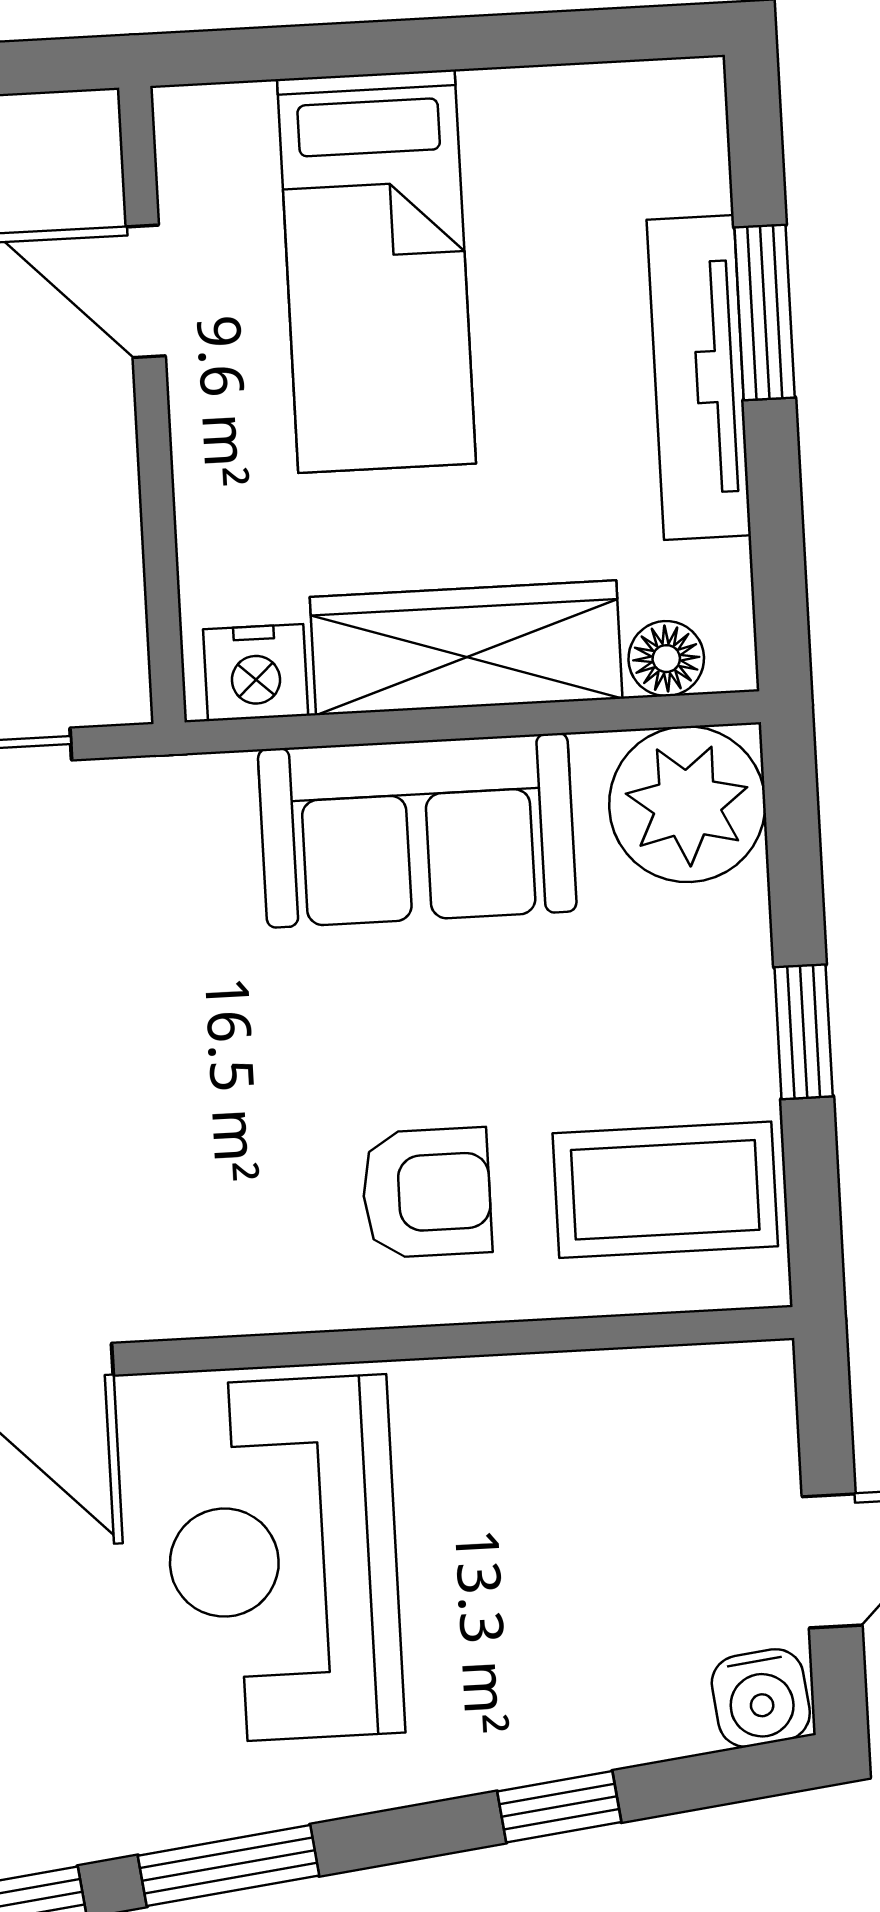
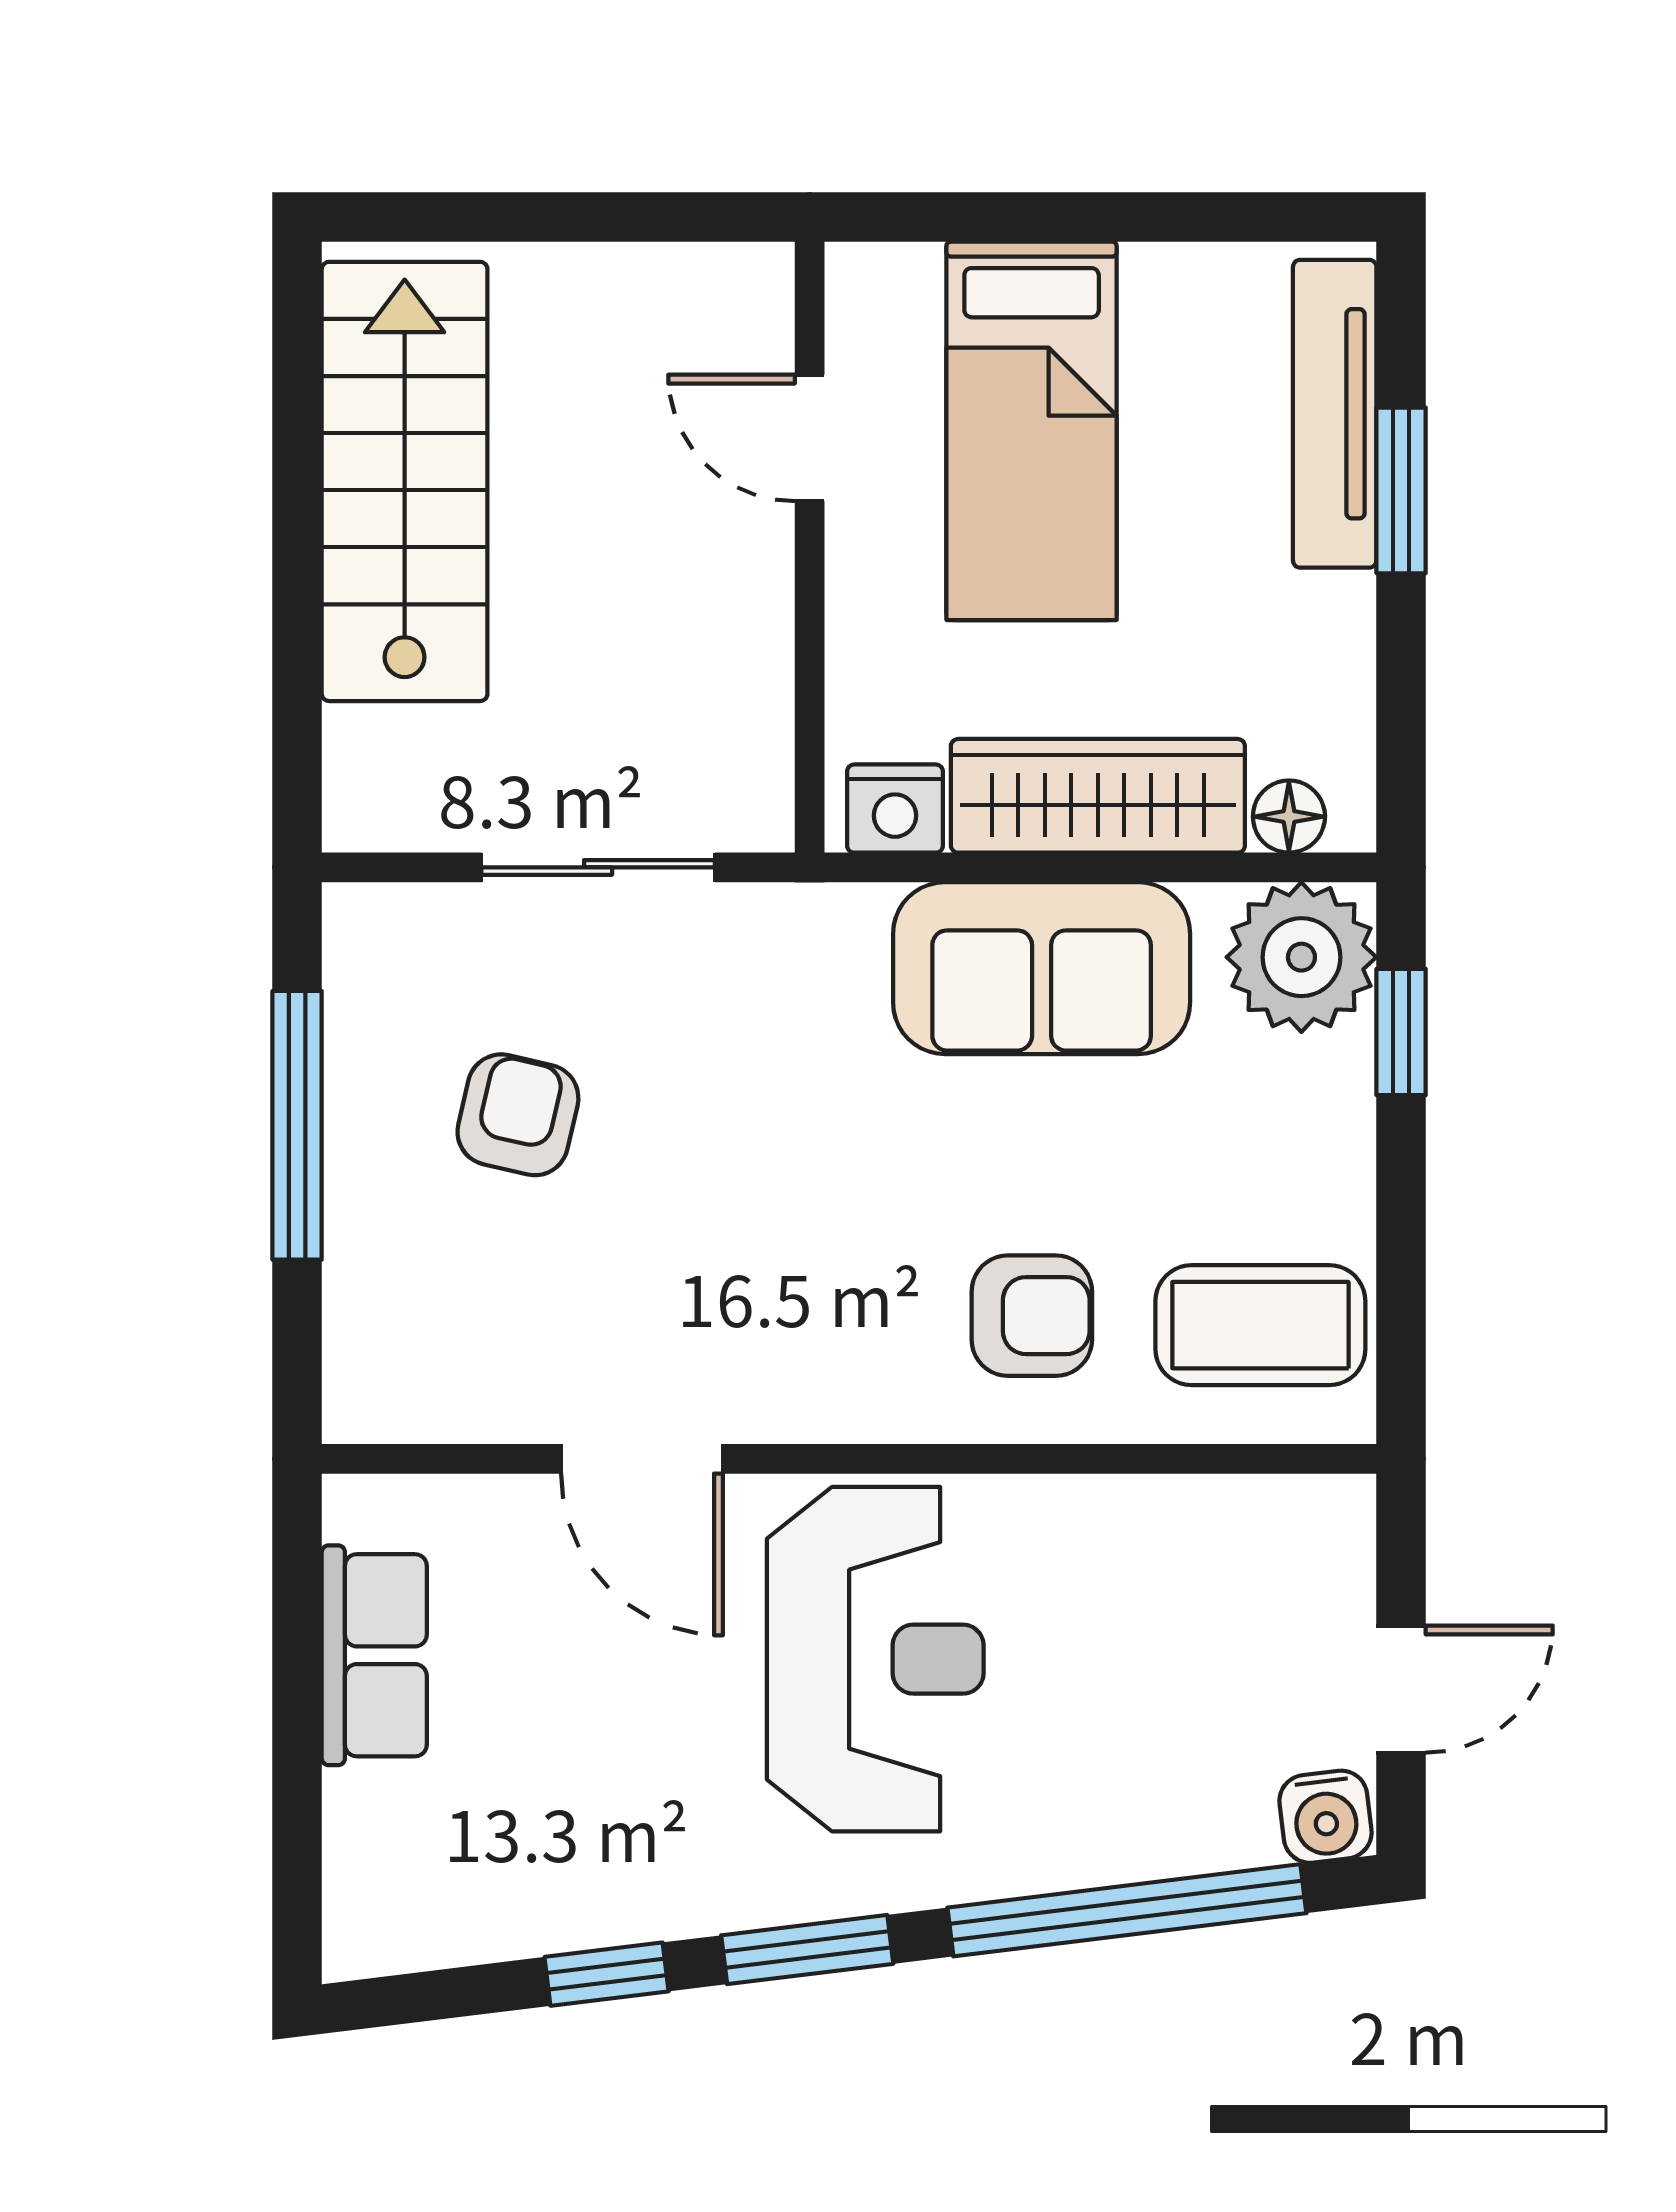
tv unit: (699, 378) -> (1335, 414), moved
window: (804, 1032) -> (1401, 1032), moved
reception desk: (283, 1559) -> (875, 1659), turned 180
window: (559, 1807) -> (1127, 1910), width x3.17

